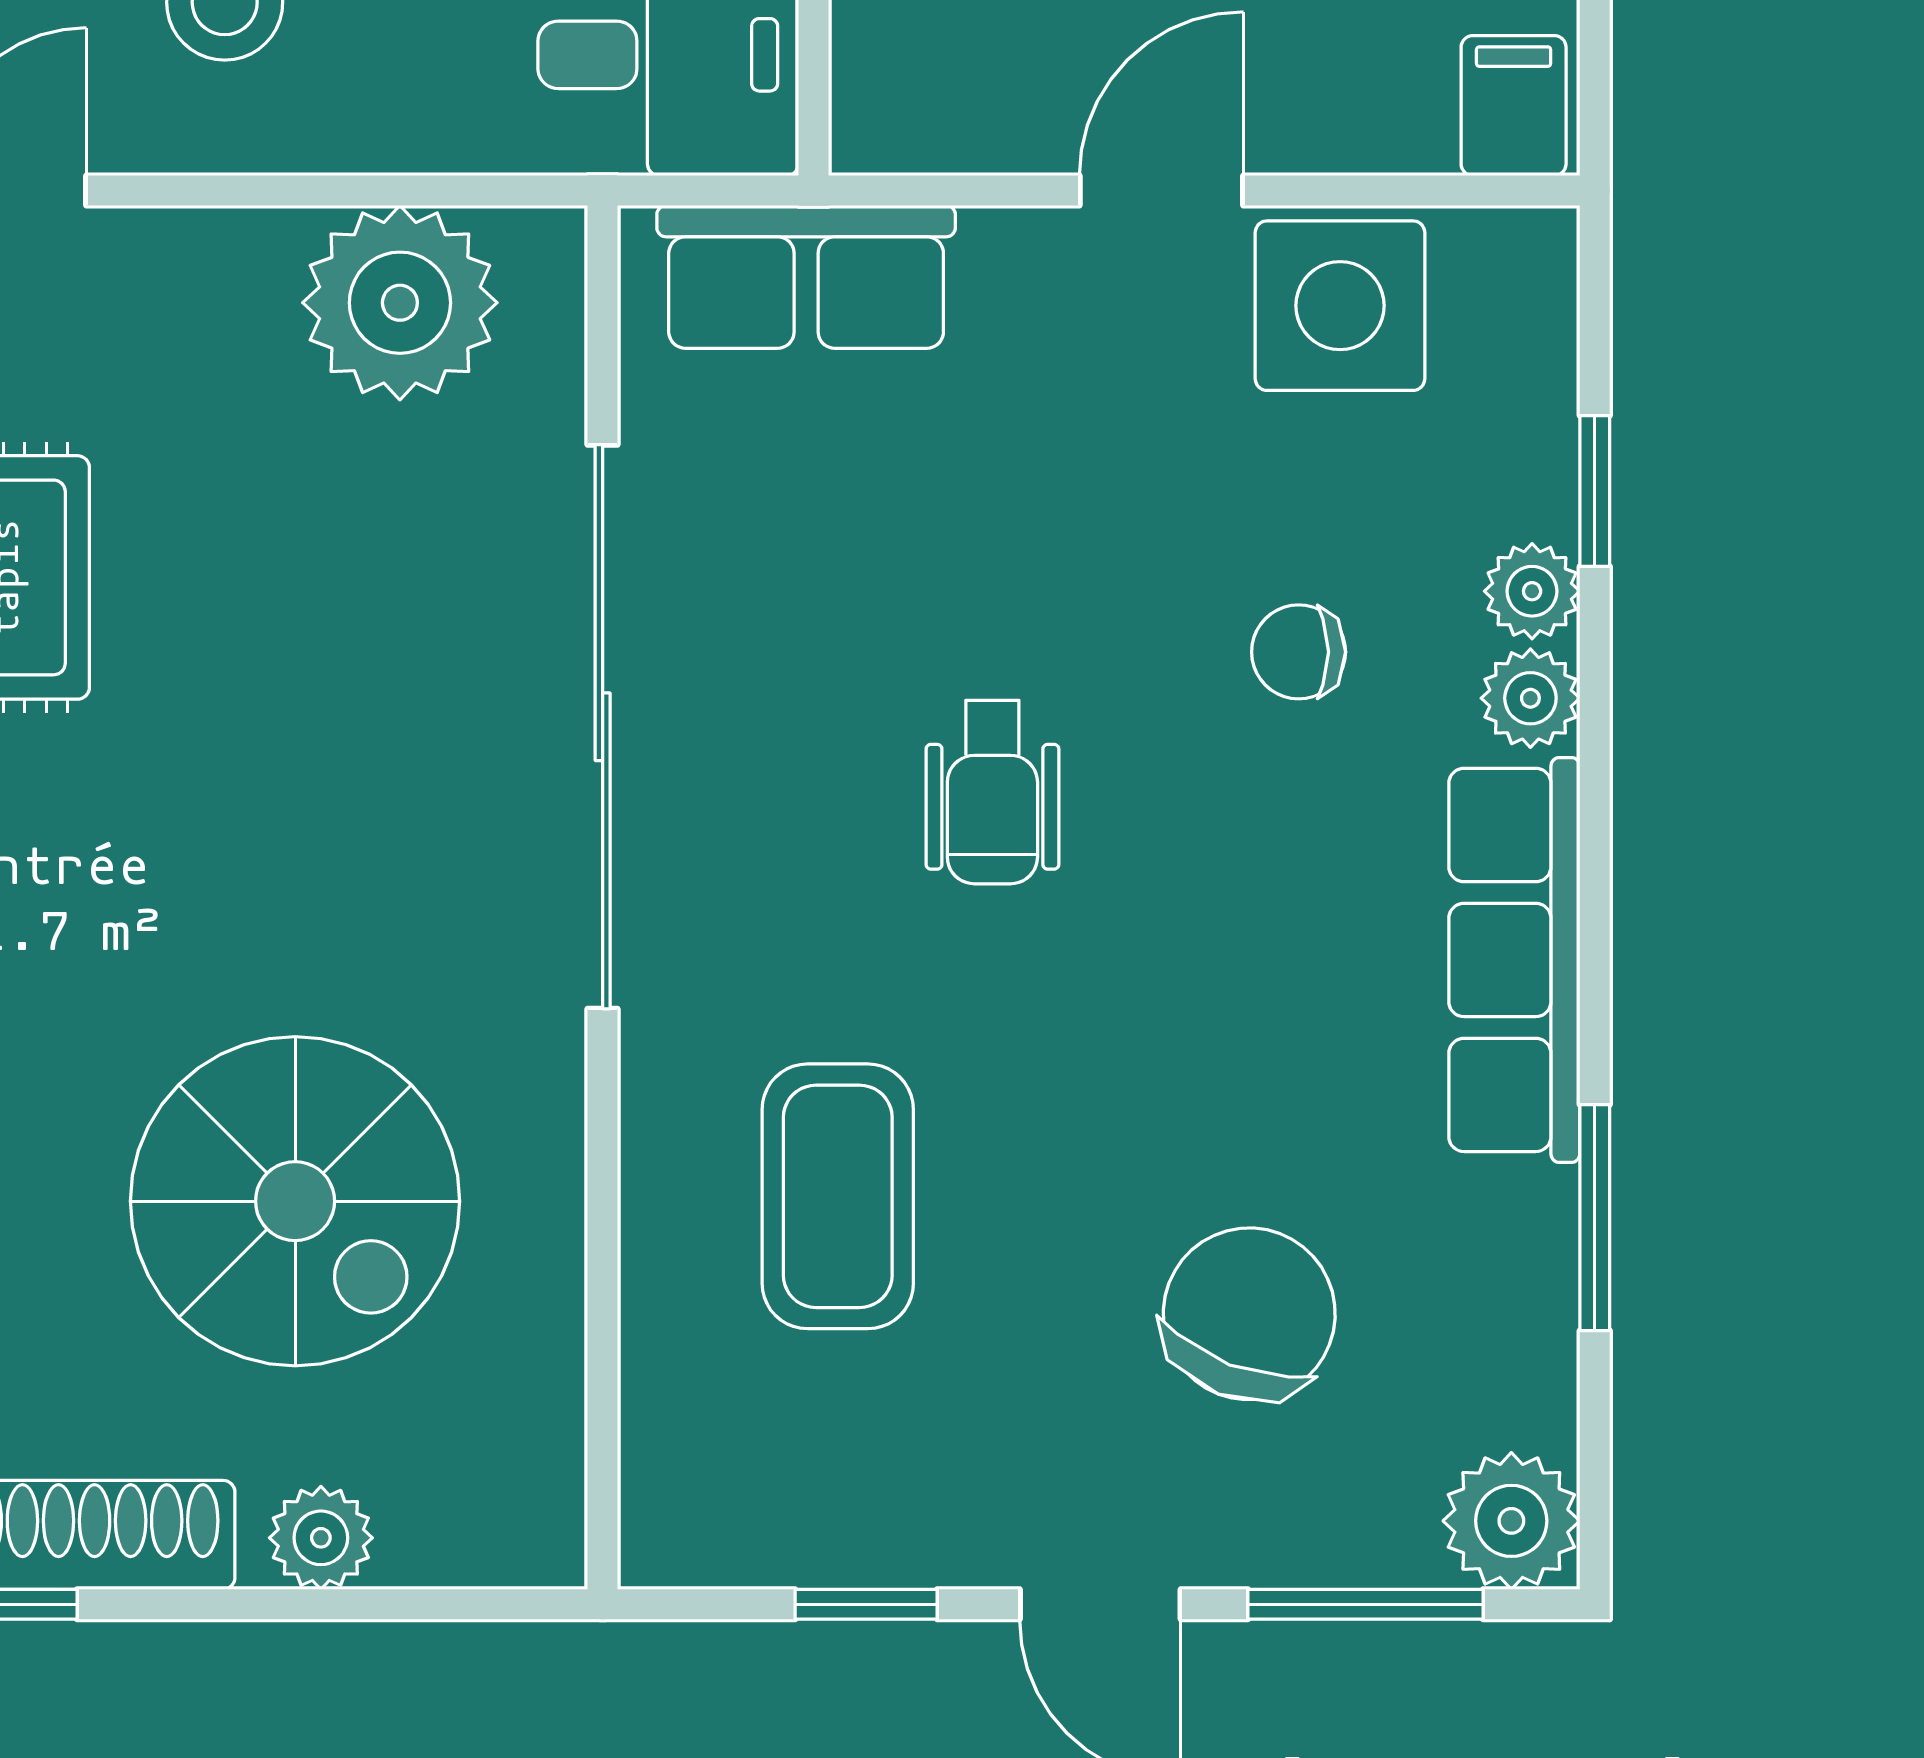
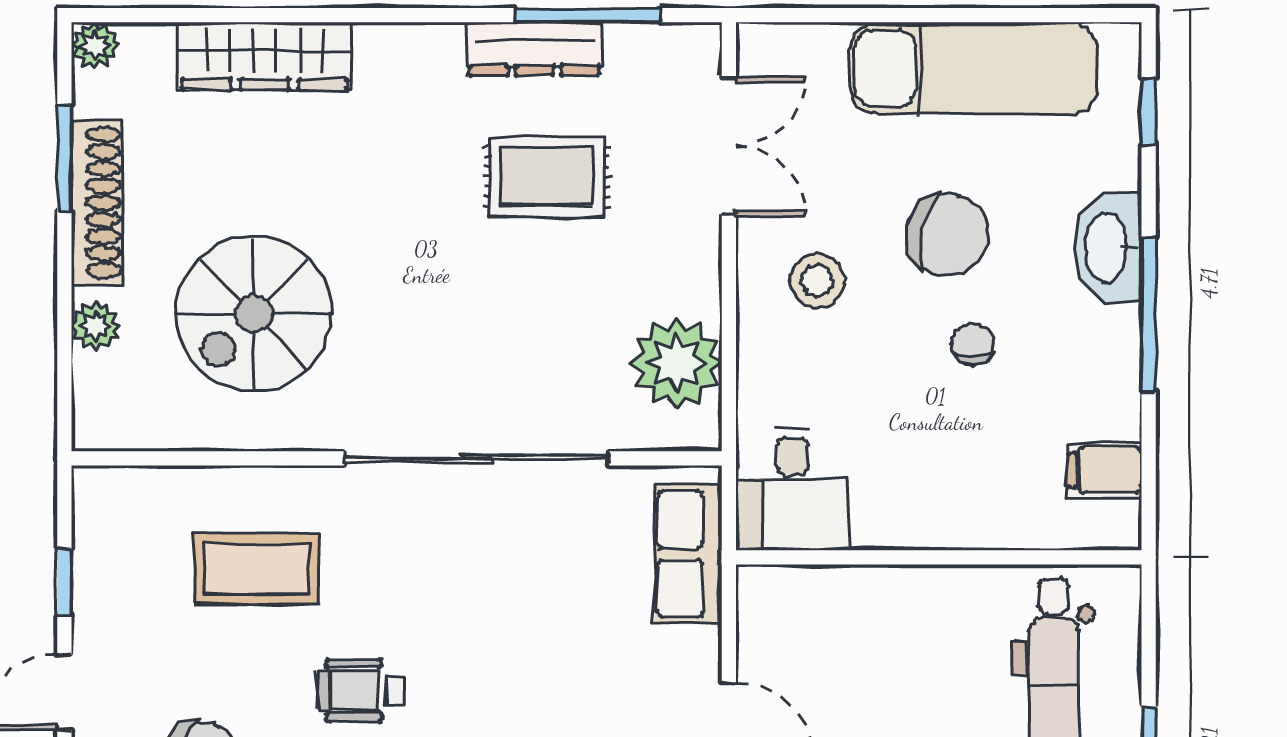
wheelchair: (992, 792) -> (361, 690), moved

